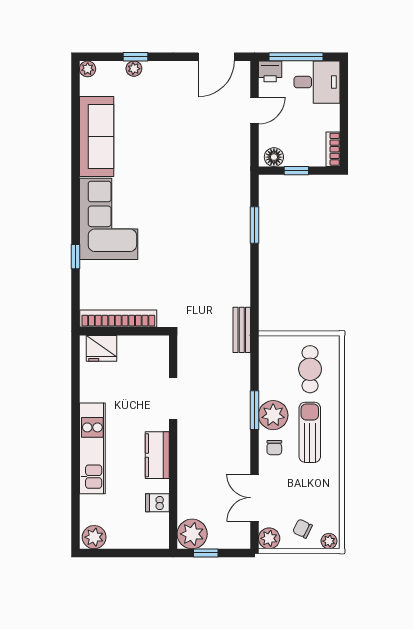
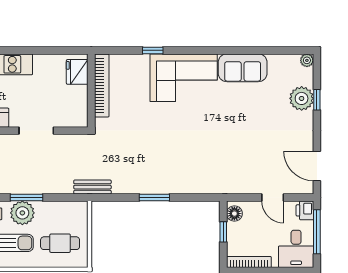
plant: (134, 69) -> (302, 98), width x1.87, depth x1.87
sofa: (97, 136) -> (243, 68), width x0.73
bookcase: (333, 149) -> (249, 262), width x1.56
window: (254, 225) -> (154, 198), moved

